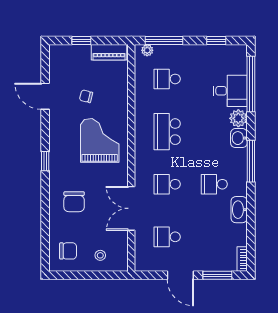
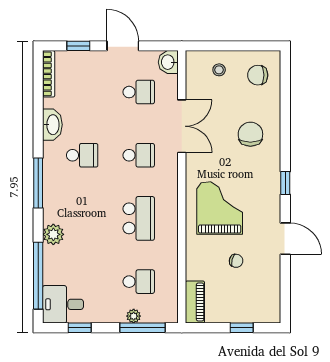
plant: (147, 50) -> (134, 316), moved
piano: (109, 52) -> (195, 302), moved, turned 90
desk: (230, 91) -> (63, 304), moved
door: (45, 96) -> (285, 239), moved
washbasin: (239, 138) -> (168, 62), moved, turned 180
grand piano: (100, 140) -> (220, 208), turned 180
bookcase: (242, 259) -> (49, 74), width x1.56
window: (217, 275) -> (78, 46), width x0.67

